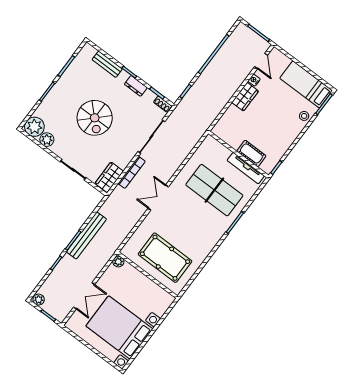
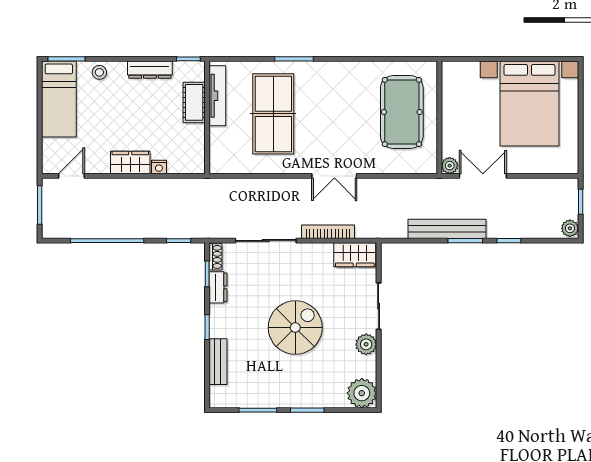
nightstand: (254, 80) -> (159, 167), moved
dresser: (136, 86) -> (218, 287), moved
plant: (47, 140) -> (366, 344), moved
dresser: (286, 143) -> (150, 70), added
double door: (84, 296) -> (483, 176), moved

